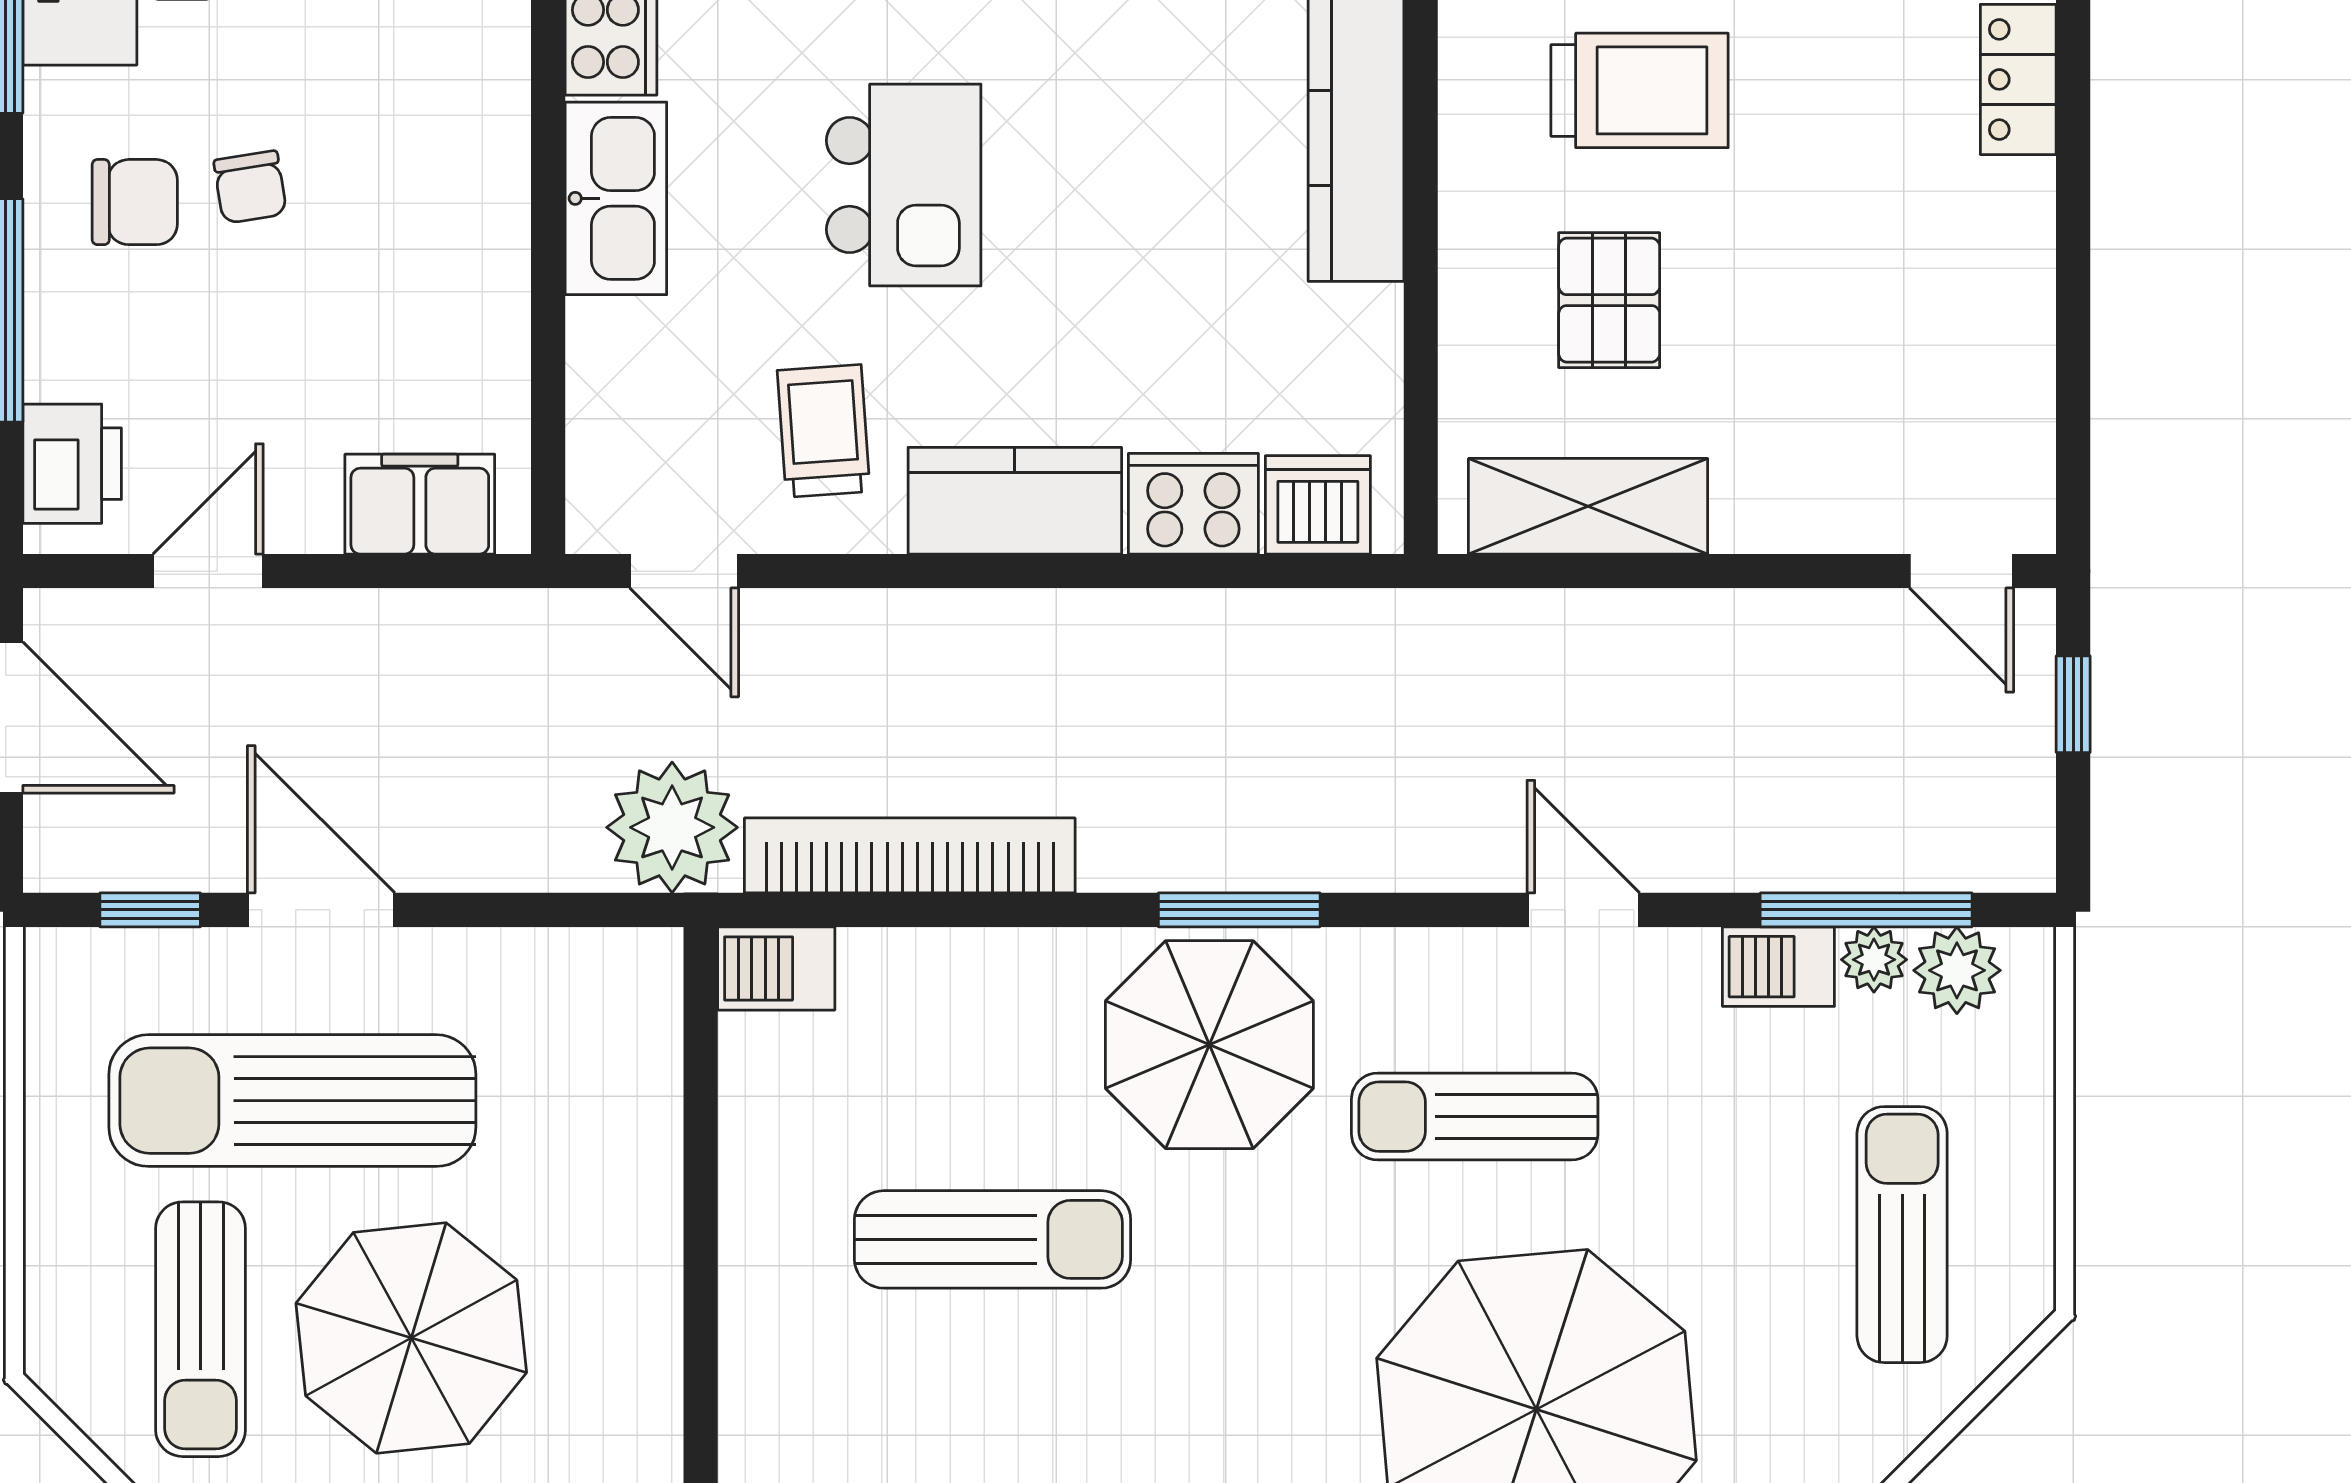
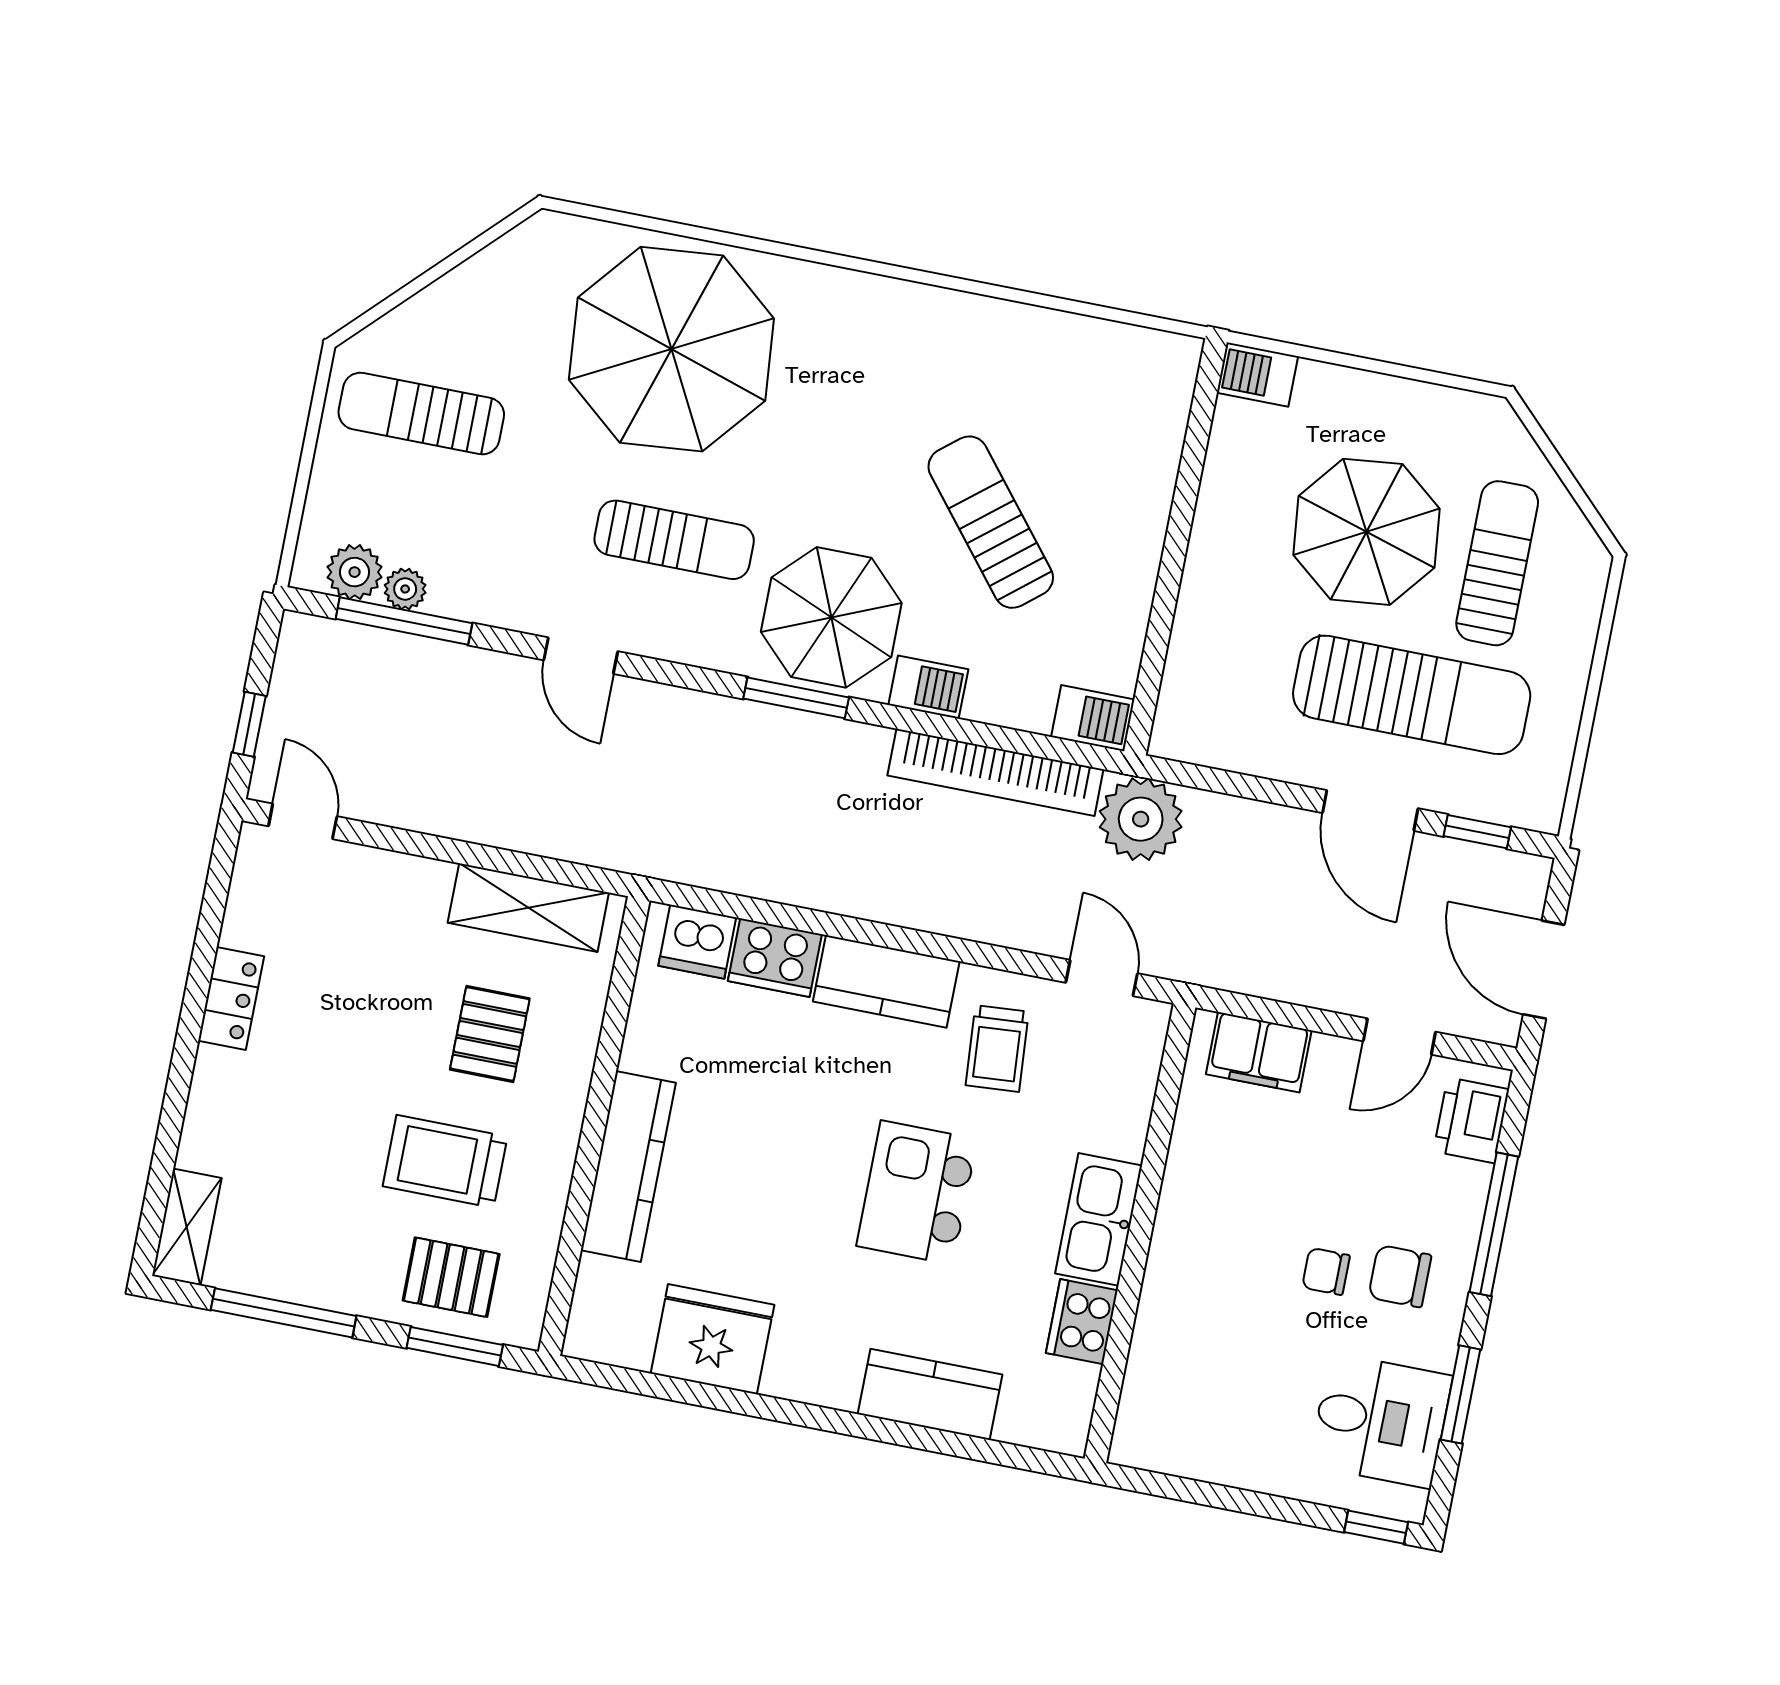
locker: (2018, 79) -> (231, 999), moved
chair: (250, 187) -> (1326, 1271), turned -81
barbecue: (1778, 967) -> (928, 687), moved
sun lounger: (1902, 1235) -> (421, 414), turned 90
sun lounger: (993, 1239) -> (991, 522), turned 51

